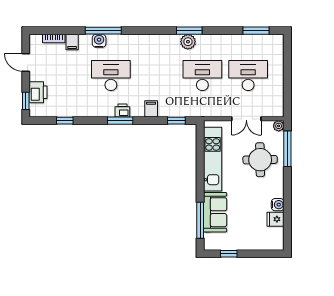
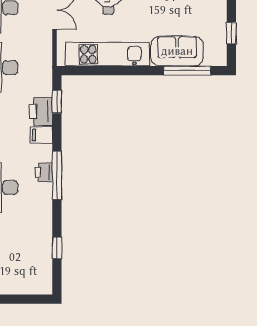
printer: (38, 92) -> (41, 111), moved, turned -90
window: (26, 101) -> (31, 299), removed
window: (120, 121) -> (57, 175), width x1.44

